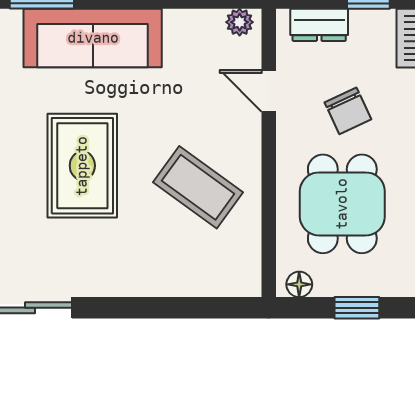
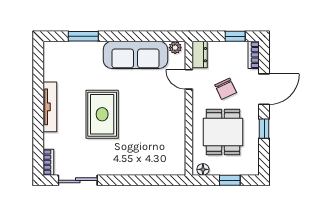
dresser: (319, 25) -> (200, 55), moved, turned -90
sofa: (93, 38) -> (136, 55), moved
coffee table: (198, 187) -> (156, 124), removed

